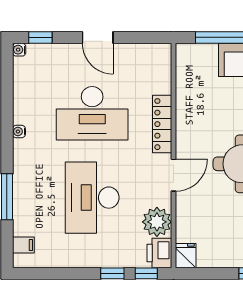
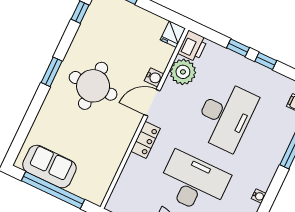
locker: (162, 124) -> (146, 140), width x0.66
water cooler: (184, 202) -> (154, 77), added
window: (146, 273) -> (266, 61), moved

